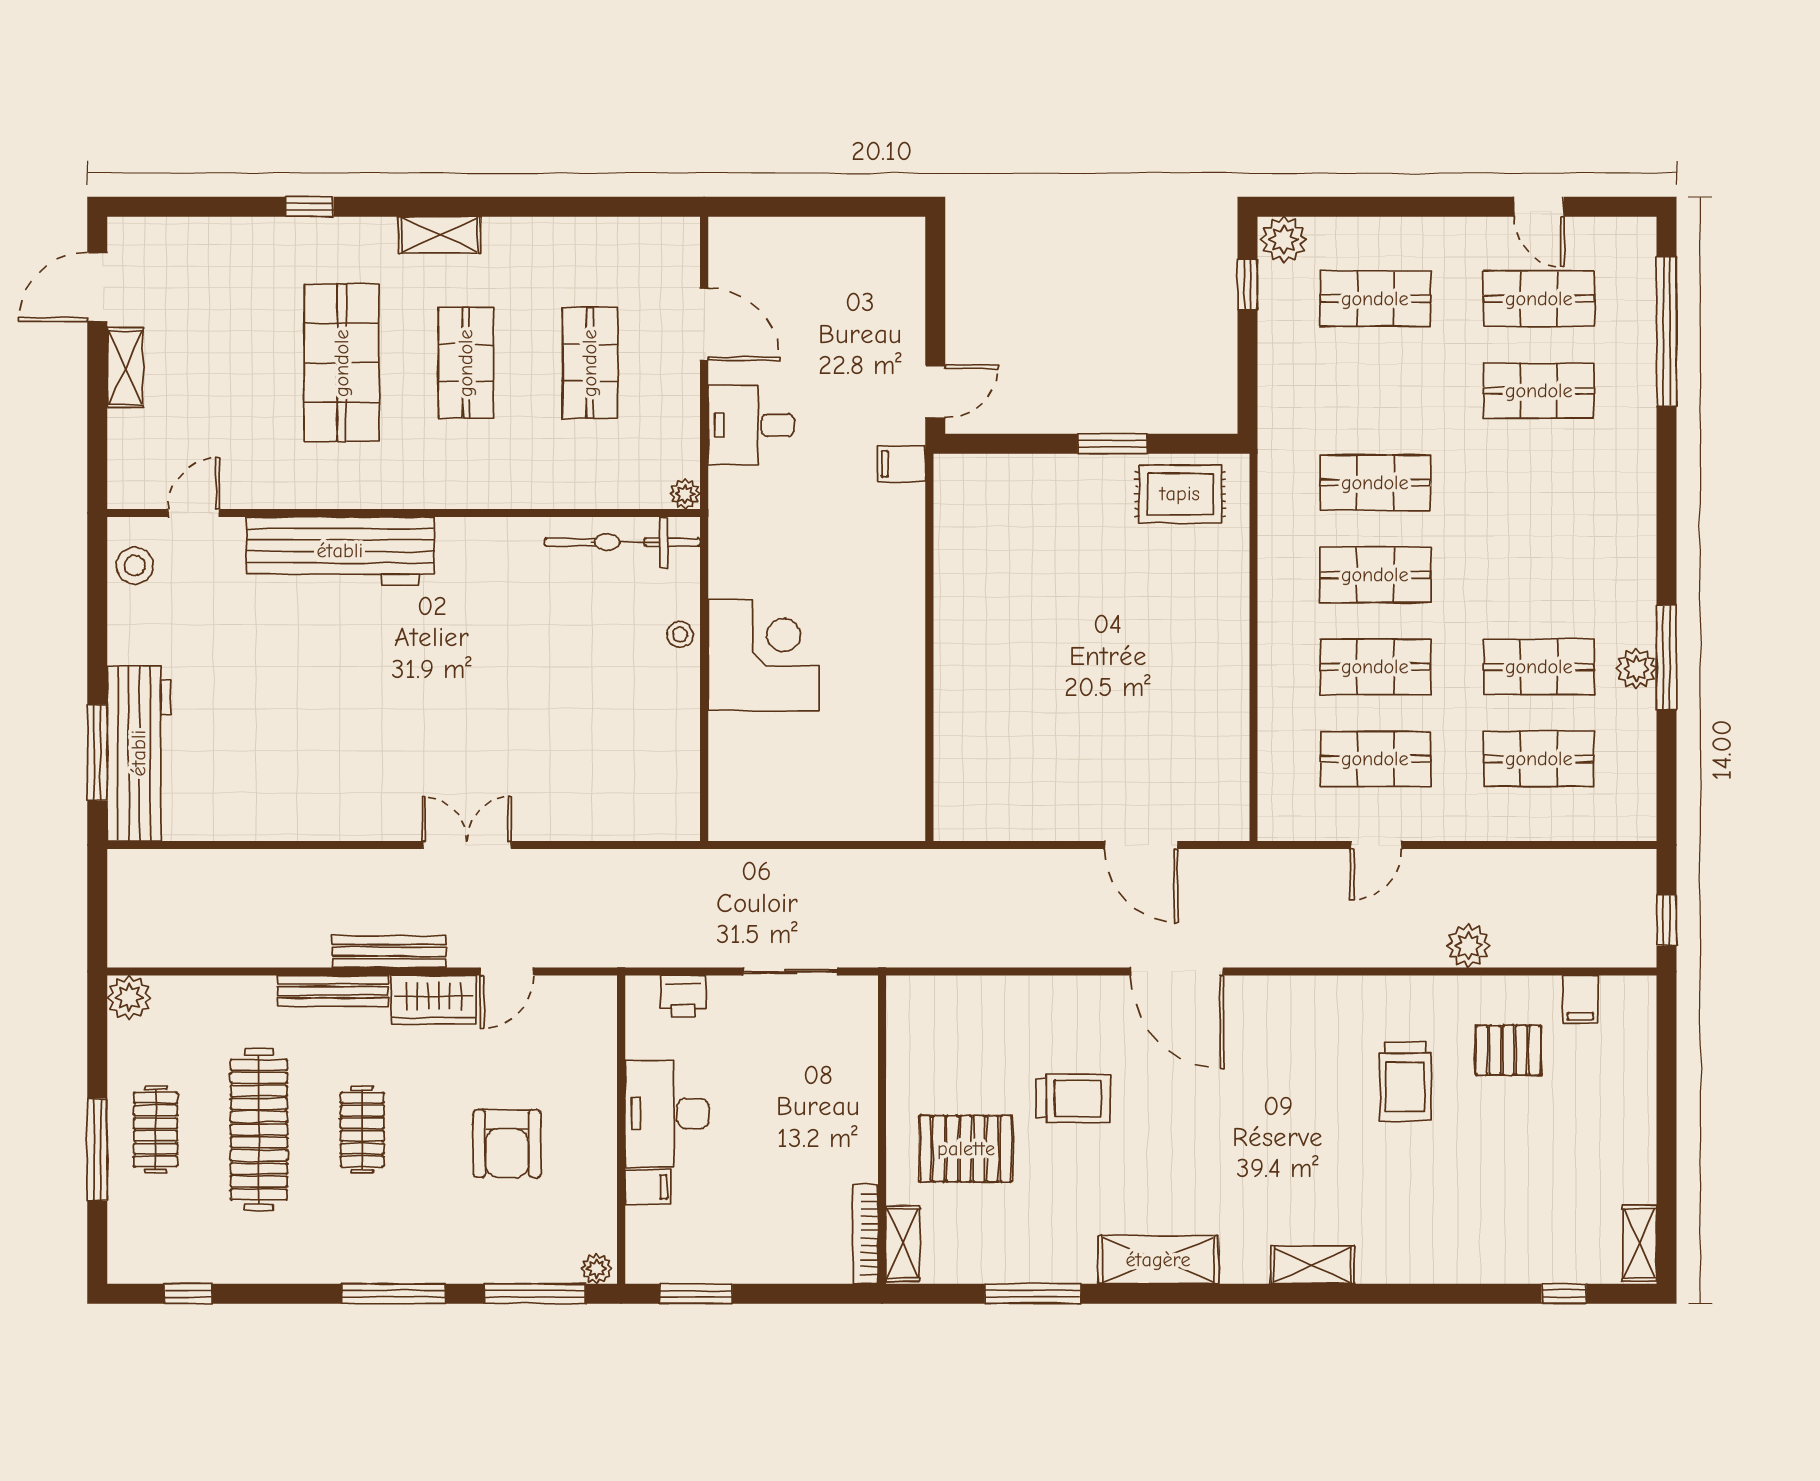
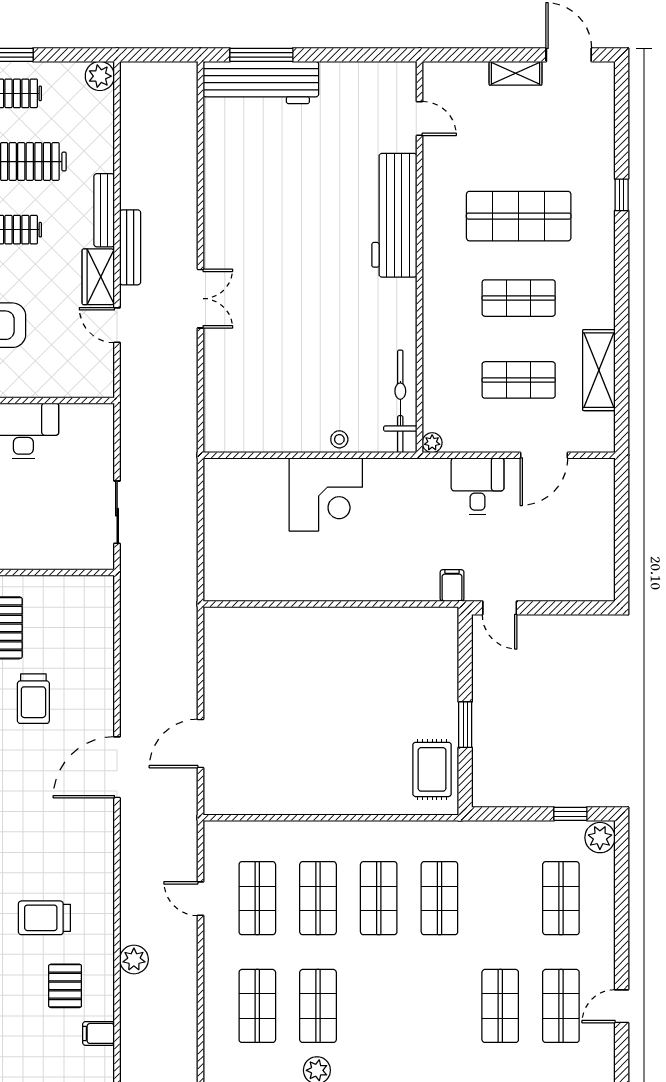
shelving: (440, 235) -> (599, 370), moved, width x1.50, depth x1.33
stool: (135, 566) -> (385, 79), removed
printer: (683, 996) -> (101, 441), removed

